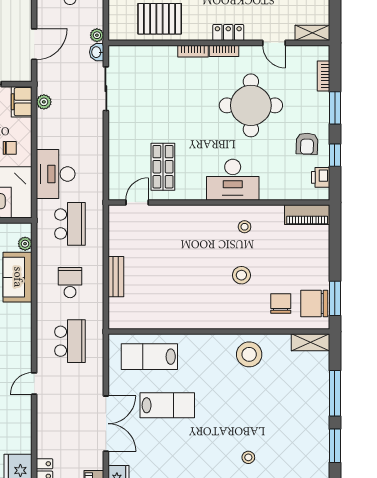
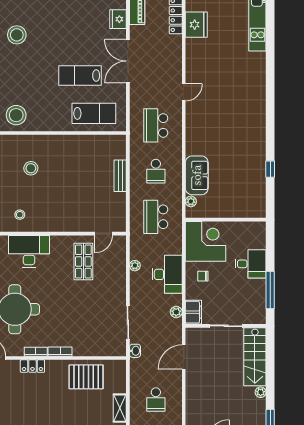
plant: (97, 35) -> (135, 266), moved
desk: (56, 174) -> (167, 274), moved
stool: (241, 275) -> (31, 168), moved
stool: (248, 457) -> (17, 35), width x1.89, depth x1.89

